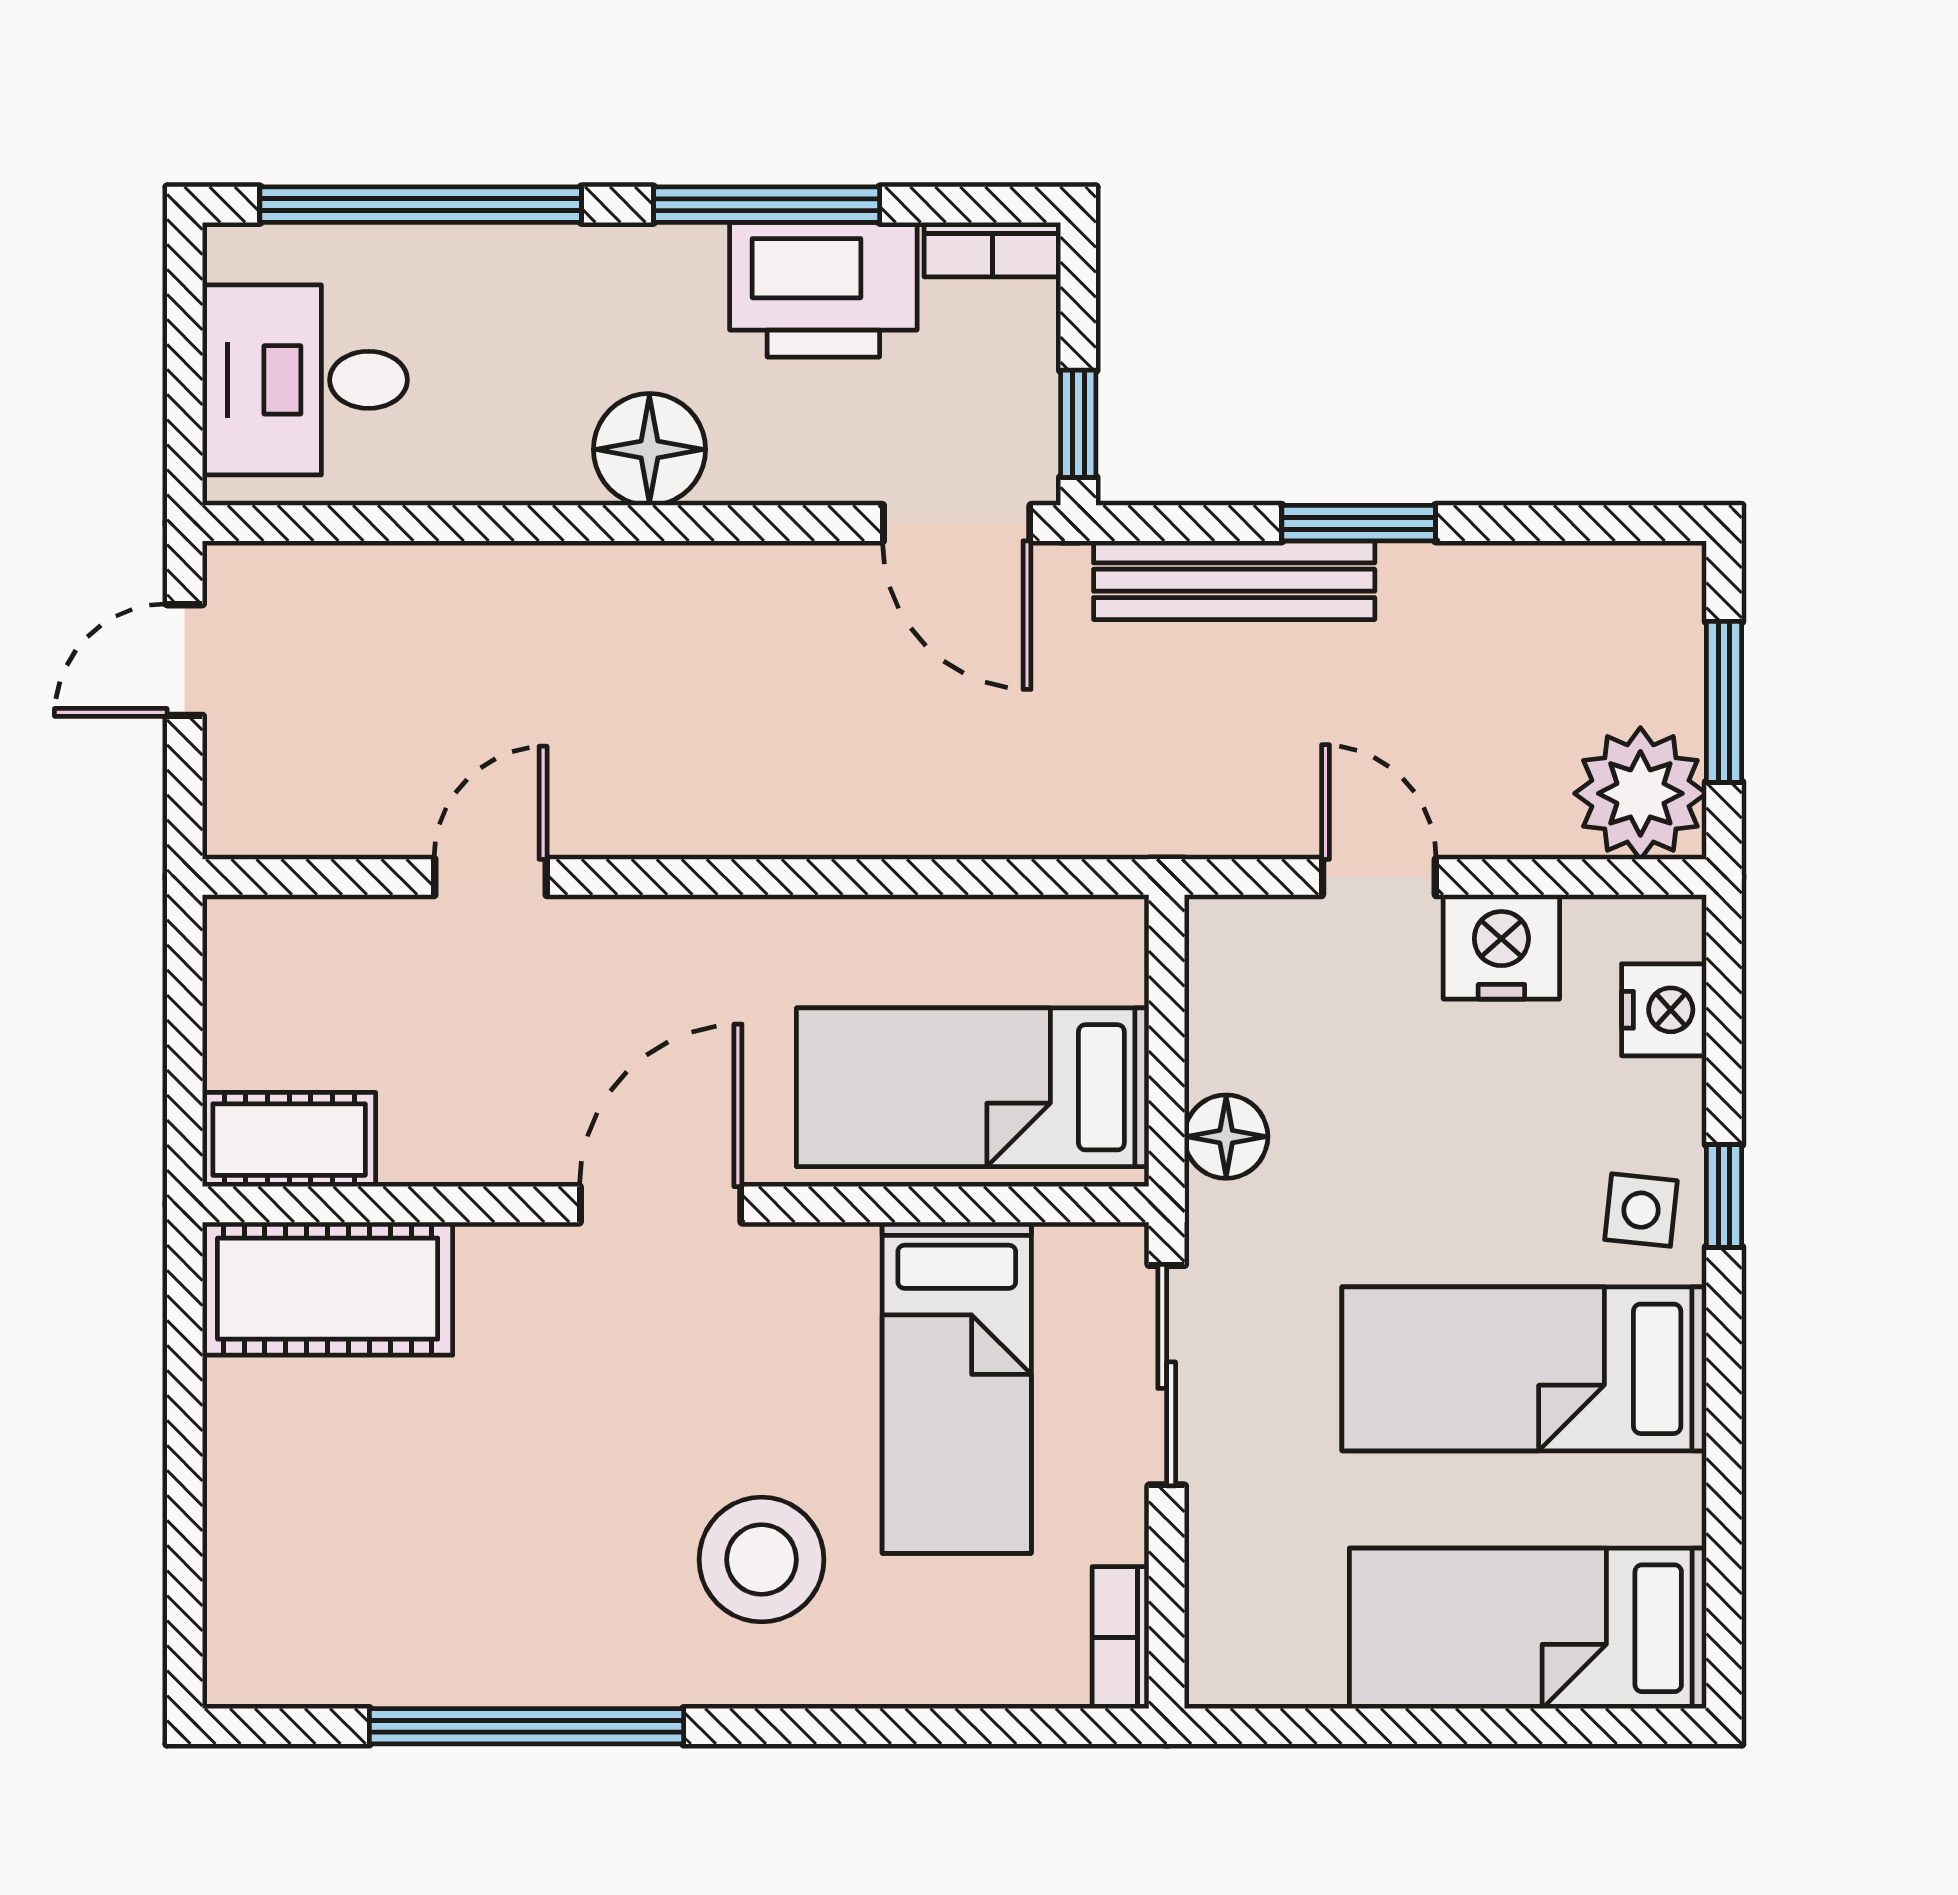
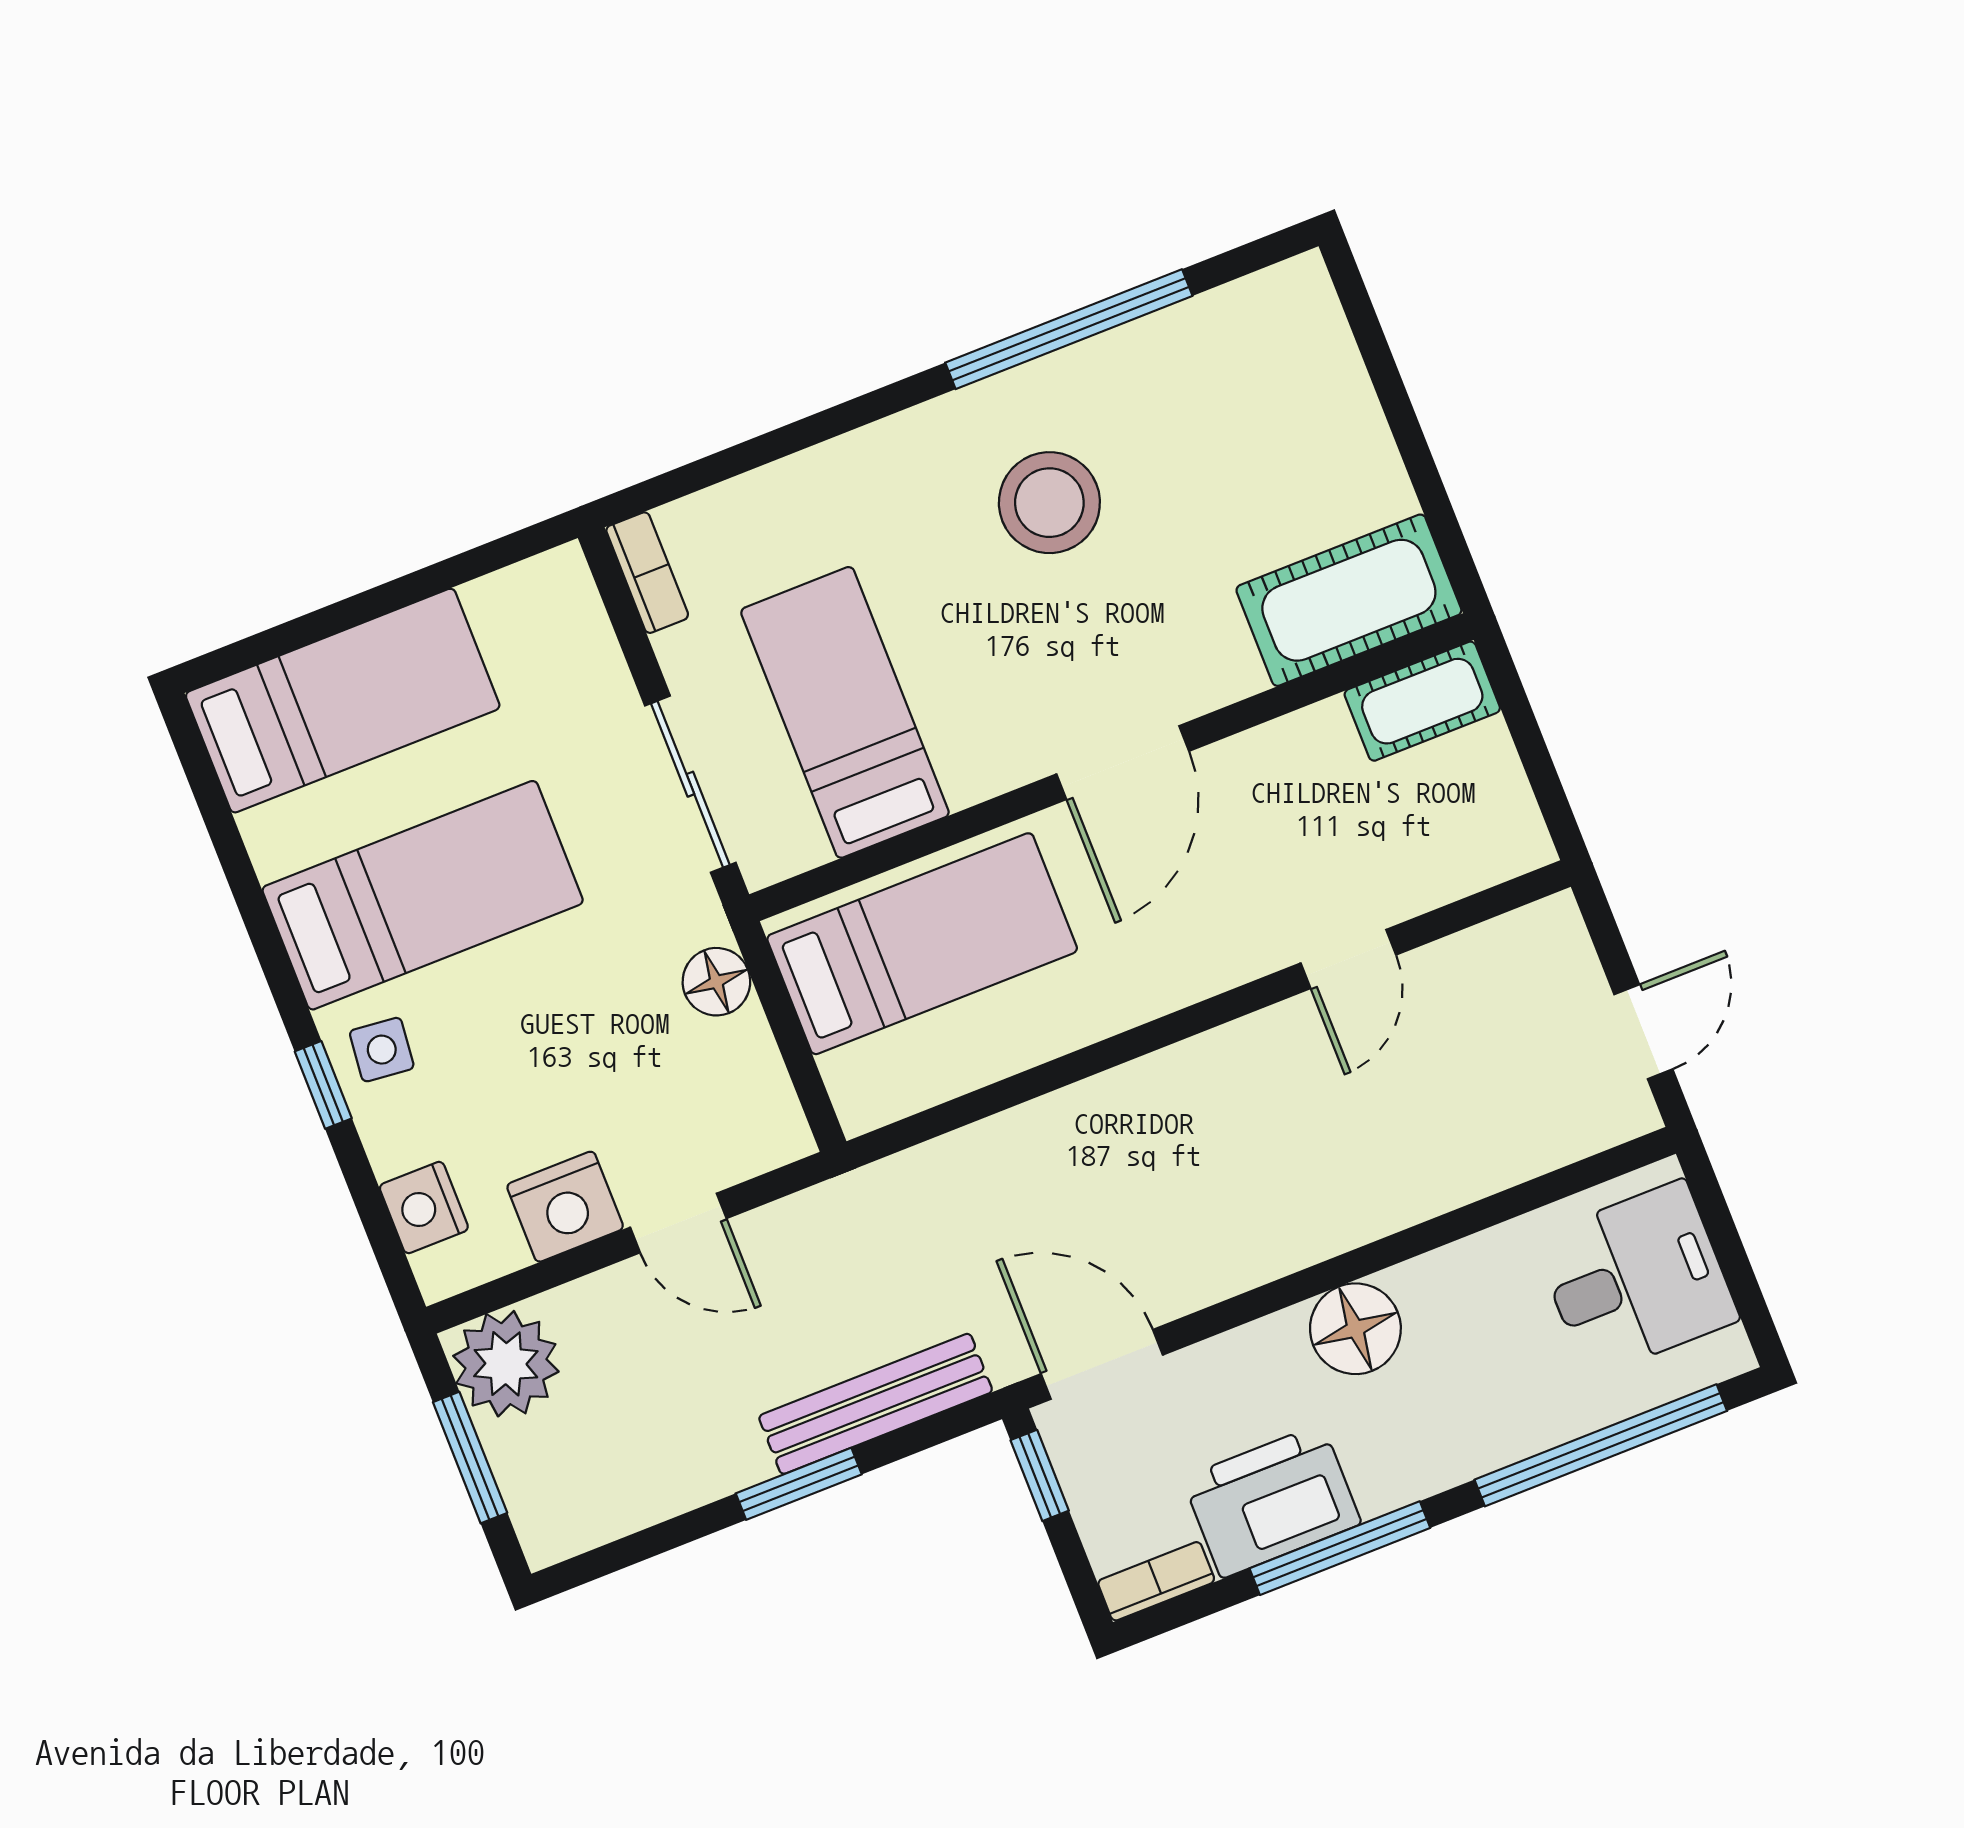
stool: (762, 1560) -> (1049, 503), moved

